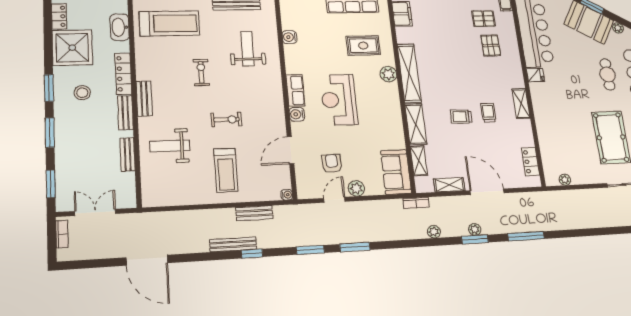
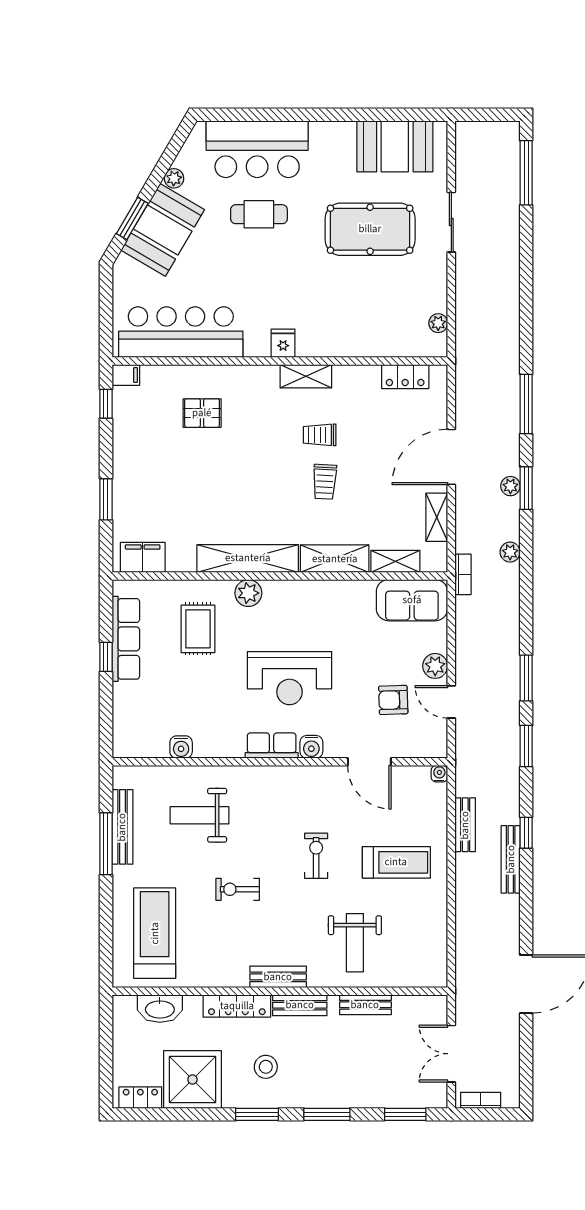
pallet: (484, 18) -> (153, 418), removed
fridge: (535, 75) -> (283, 343), moved

